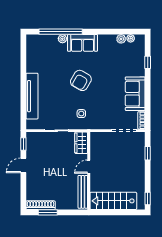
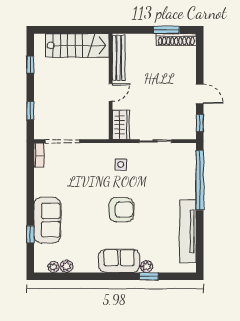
window: (61, 32) -> (149, 276), width x0.32
armchair: (81, 80) -> (121, 210), turned 60
sofa: (135, 94) -> (47, 220), moved
tv unit: (32, 96) -> (188, 231), moved
window: (23, 102) -> (200, 180), added
door: (23, 165) -> (200, 94), hinge flipped
window: (148, 199) -> (30, 64), moved

